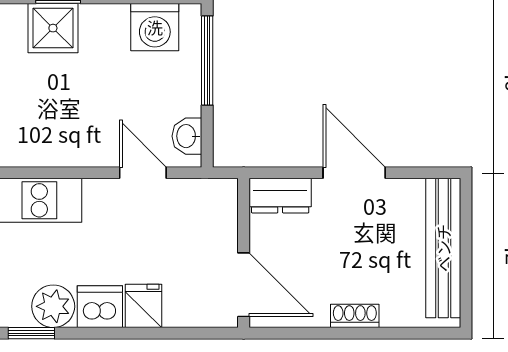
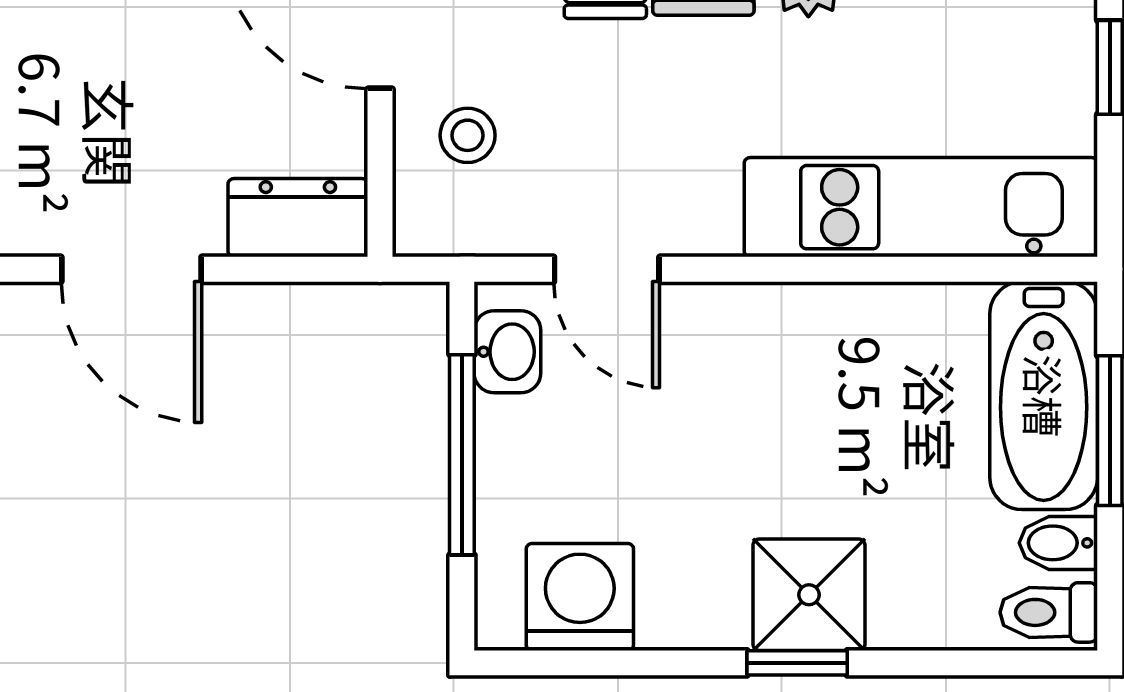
window: (207, 61) -> (462, 455), moved
stool: (205, 232) -> (468, 135), added

